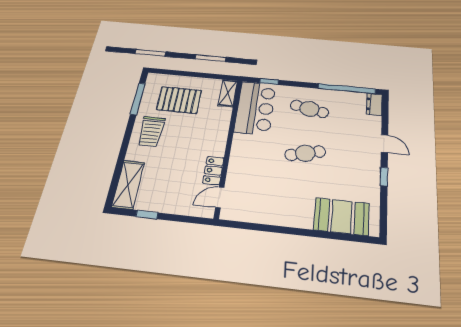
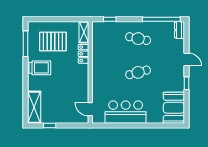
bar counter: (255, 108) -> (126, 112), moved, turned -90
trolley: (151, 131) -> (40, 68), turned -90
locker: (213, 171) -> (84, 54), moved
door: (220, 197) -> (90, 109), hinge flipped
booth: (342, 217) -> (174, 108), moved, turned 90

